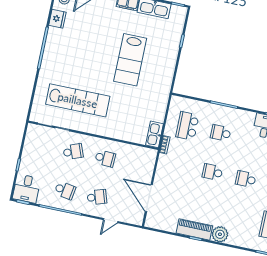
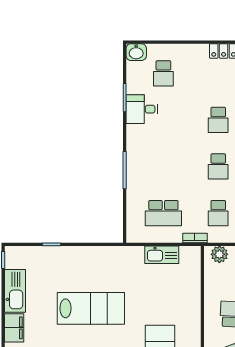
school desk: (221, 133) -> (218, 213), moved
kitchen sink: (154, 134) -> (162, 255), moved
plant: (149, 160) -> (219, 254), added

